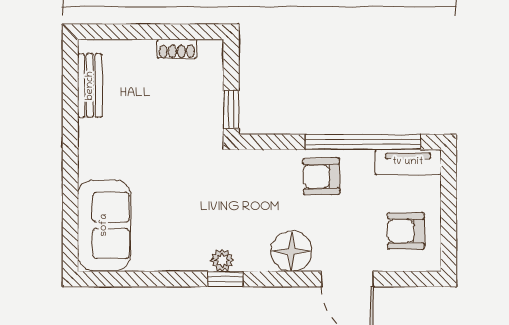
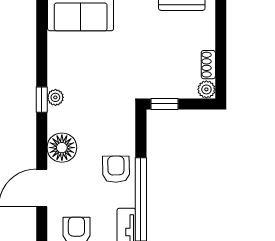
plant: (211, 51) -> (206, 89), added

